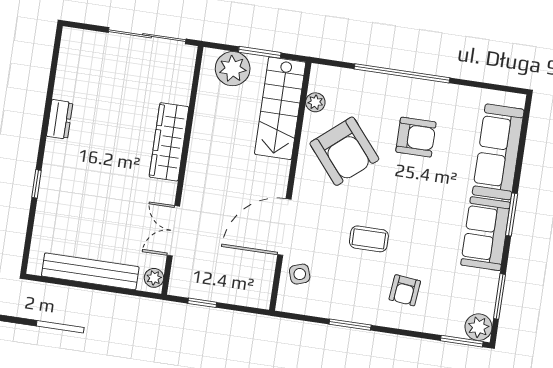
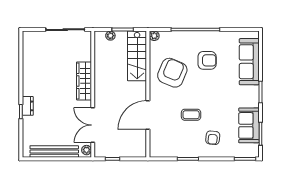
plant: (233, 69) -> (110, 36), width x0.53, depth x0.53
plant: (315, 102) -> (154, 36), moved
dresser: (60, 119) -> (28, 106), moved
armchair: (344, 151) -> (172, 73), turned -117
double door: (173, 231) -> (93, 125), width x1.37
sofa: (486, 234) -> (249, 125), moved
side table: (300, 274) -> (159, 137), removed
plant: (478, 327) -> (252, 151), removed

